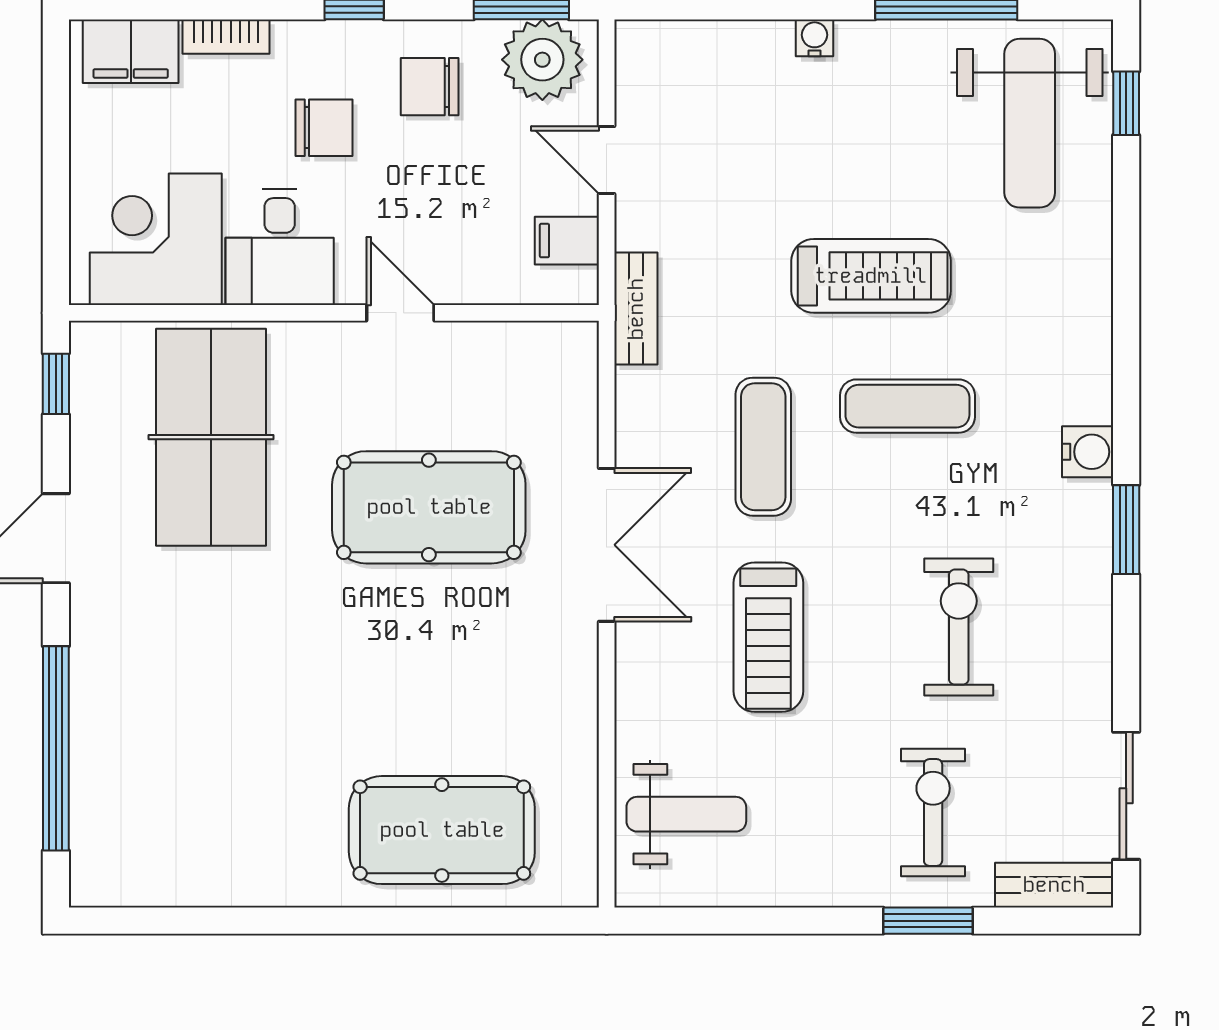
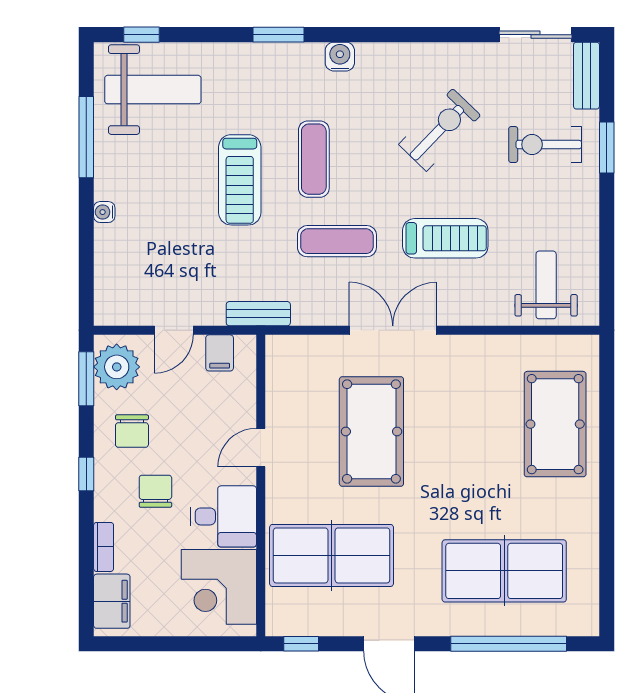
treadmill: (871, 276) -> (240, 180), turned 180
window: (1126, 530) -> (278, 35), moved
exercise bike: (959, 627) -> (440, 130), turned 134
table tennis table: (184, 741) -> (504, 571), added

